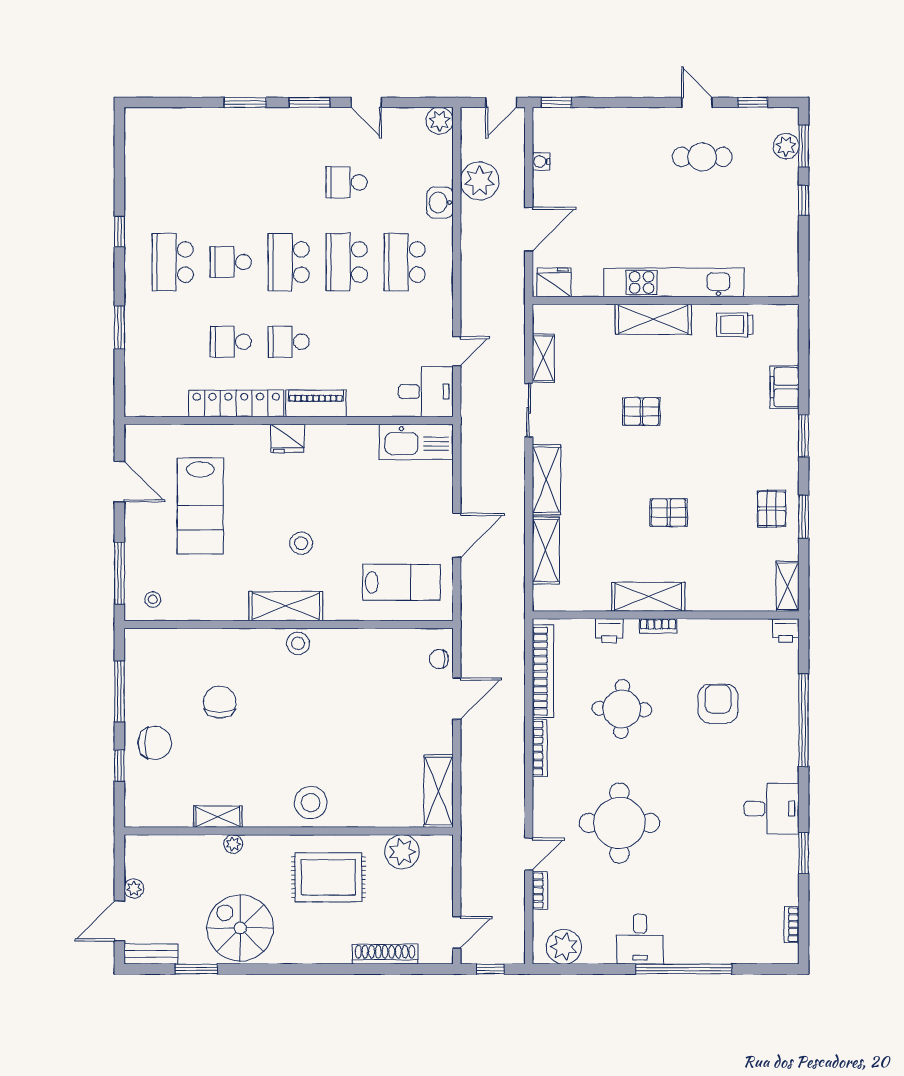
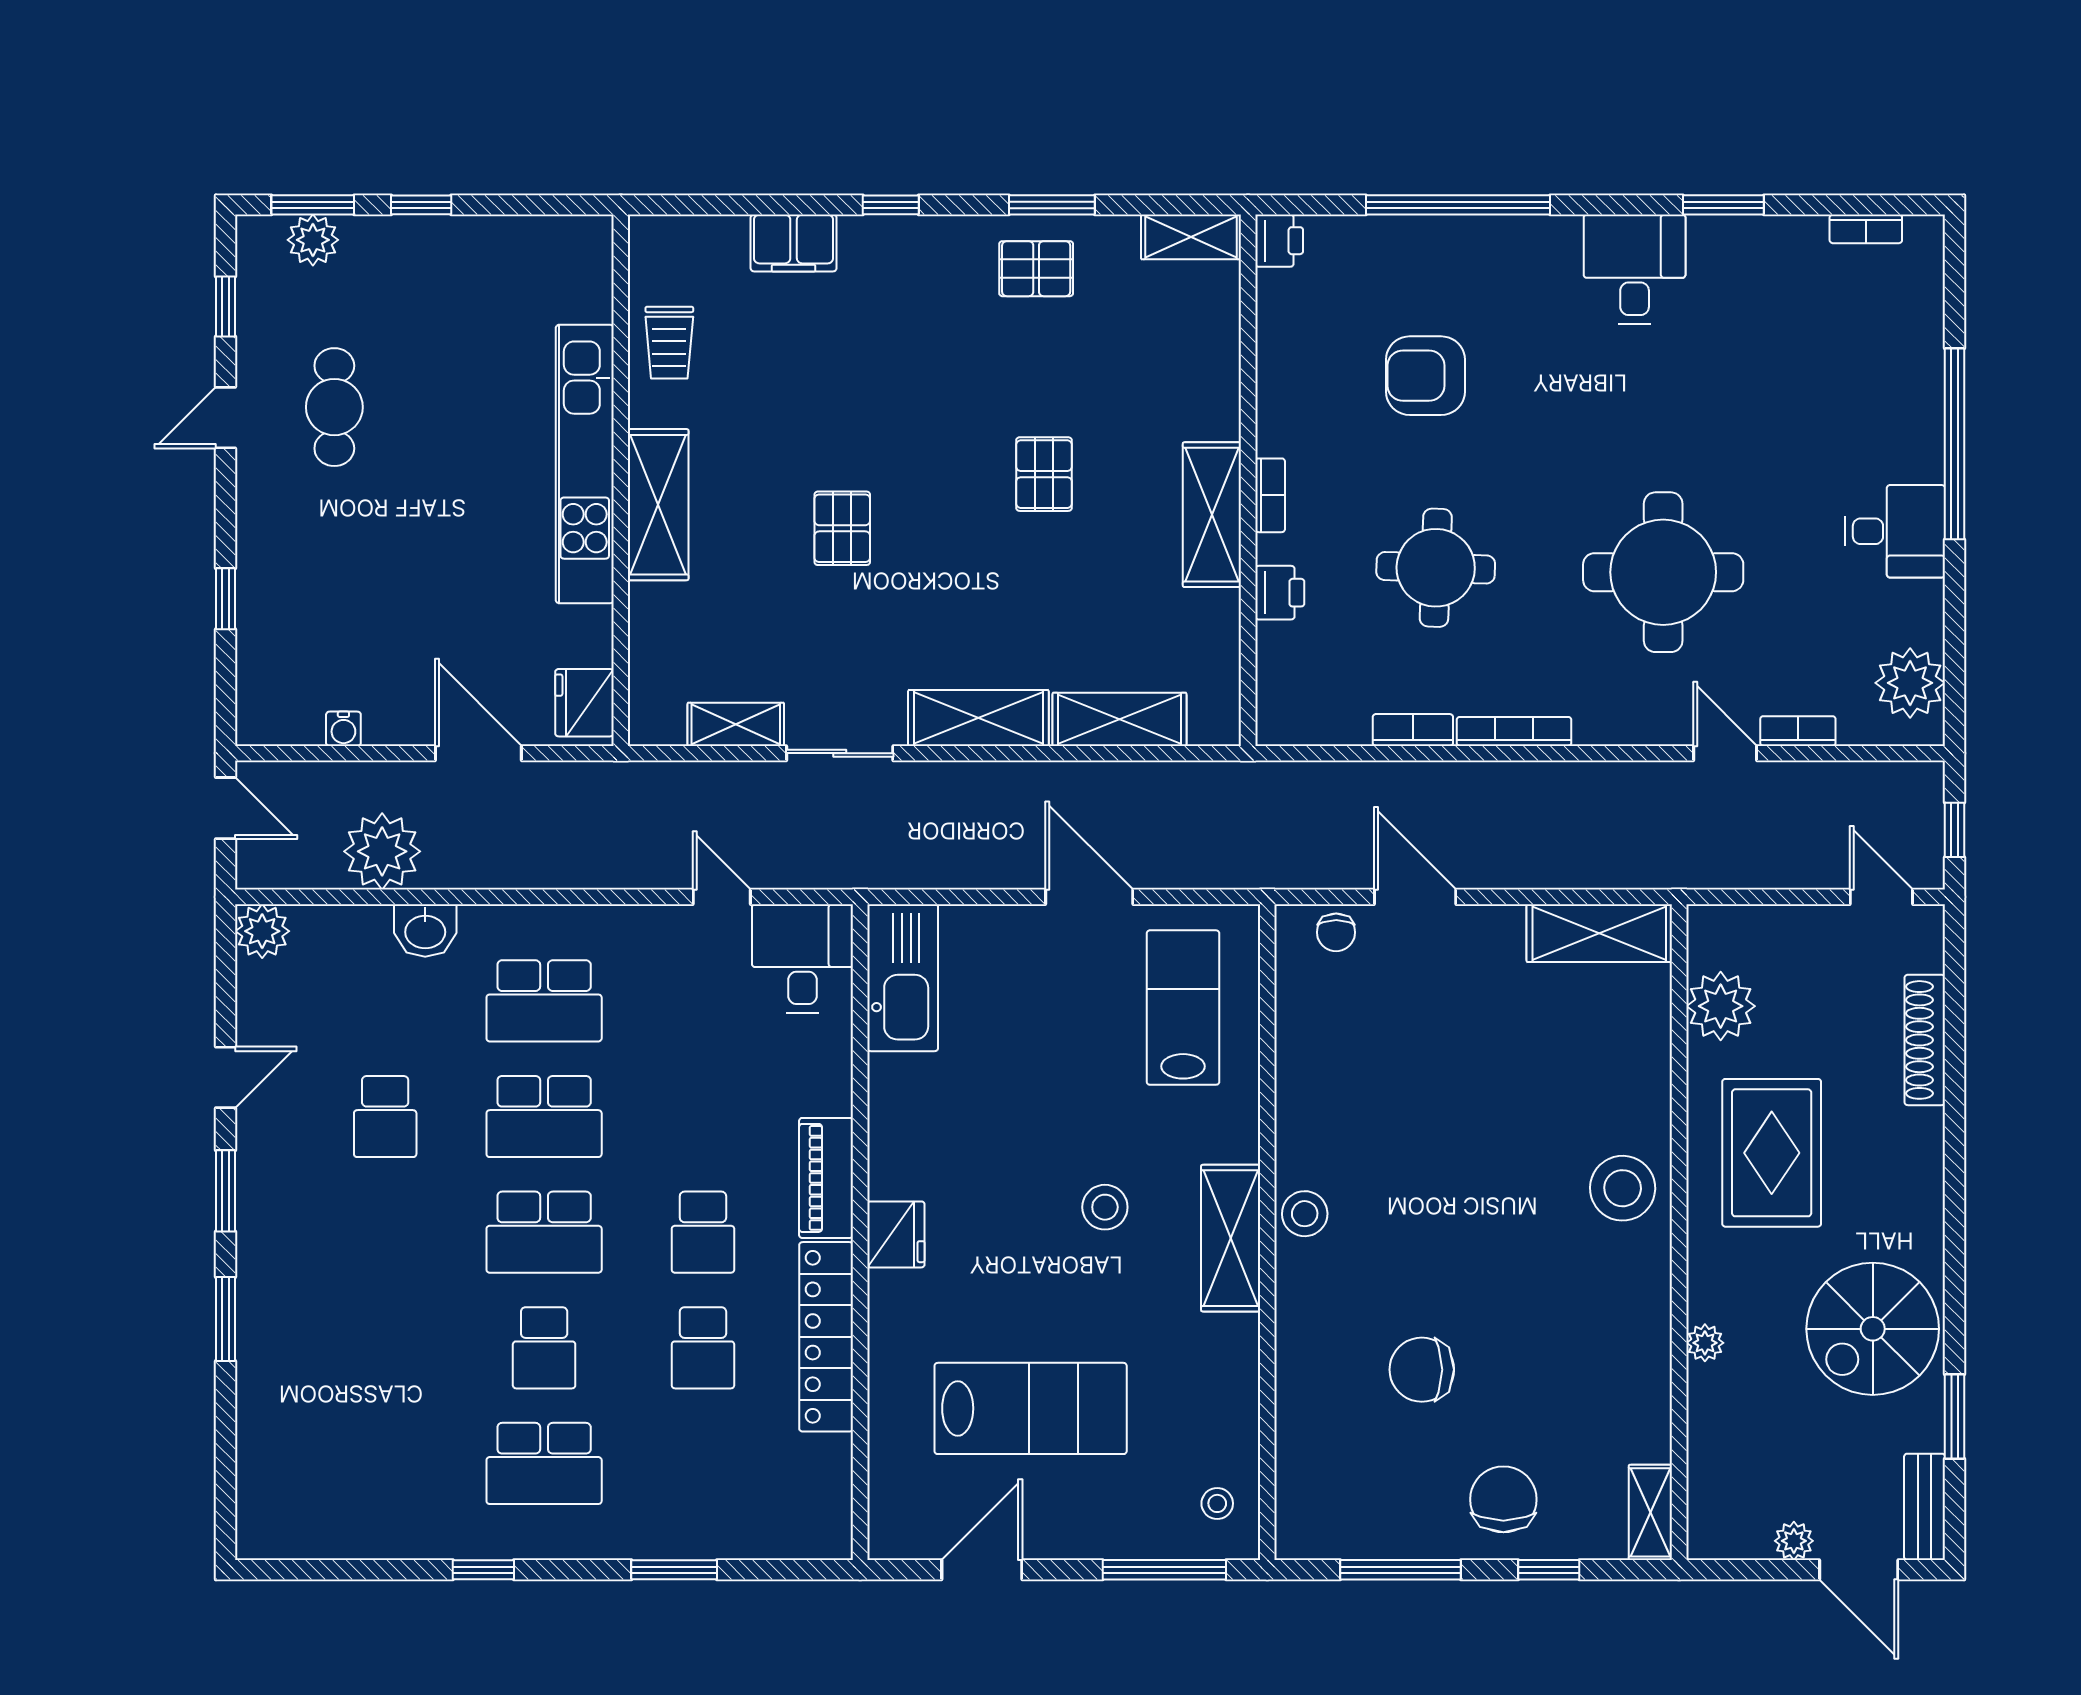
window: (556, 102) -> (226, 599), moved
window: (804, 436) -> (891, 205), width x0.67
bookcase: (543, 671) -> (1413, 730), width x0.43, depth x0.76
shelving: (218, 817) -> (1650, 1512), moved

